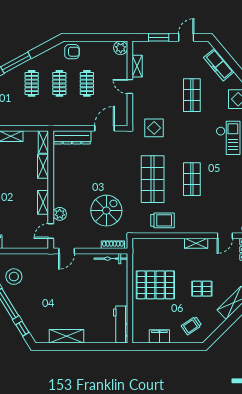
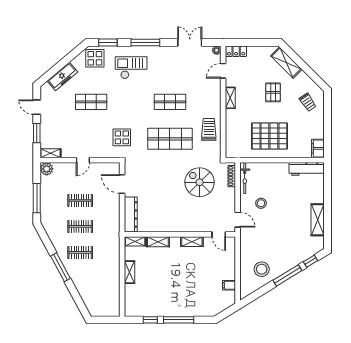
window: (89, 37) -> (37, 198), added
armchair: (72, 52) -> (50, 215), removed
shelving: (137, 66) -> (50, 153), moved
plant: (60, 214) -> (203, 226), removed
door: (225, 236) -> (223, 71), swing flipped
stool: (84, 276) -> (261, 203), added
pallet: (155, 285) -> (269, 136), turned 90
filing cabinet: (159, 336) -> (318, 148), moved

